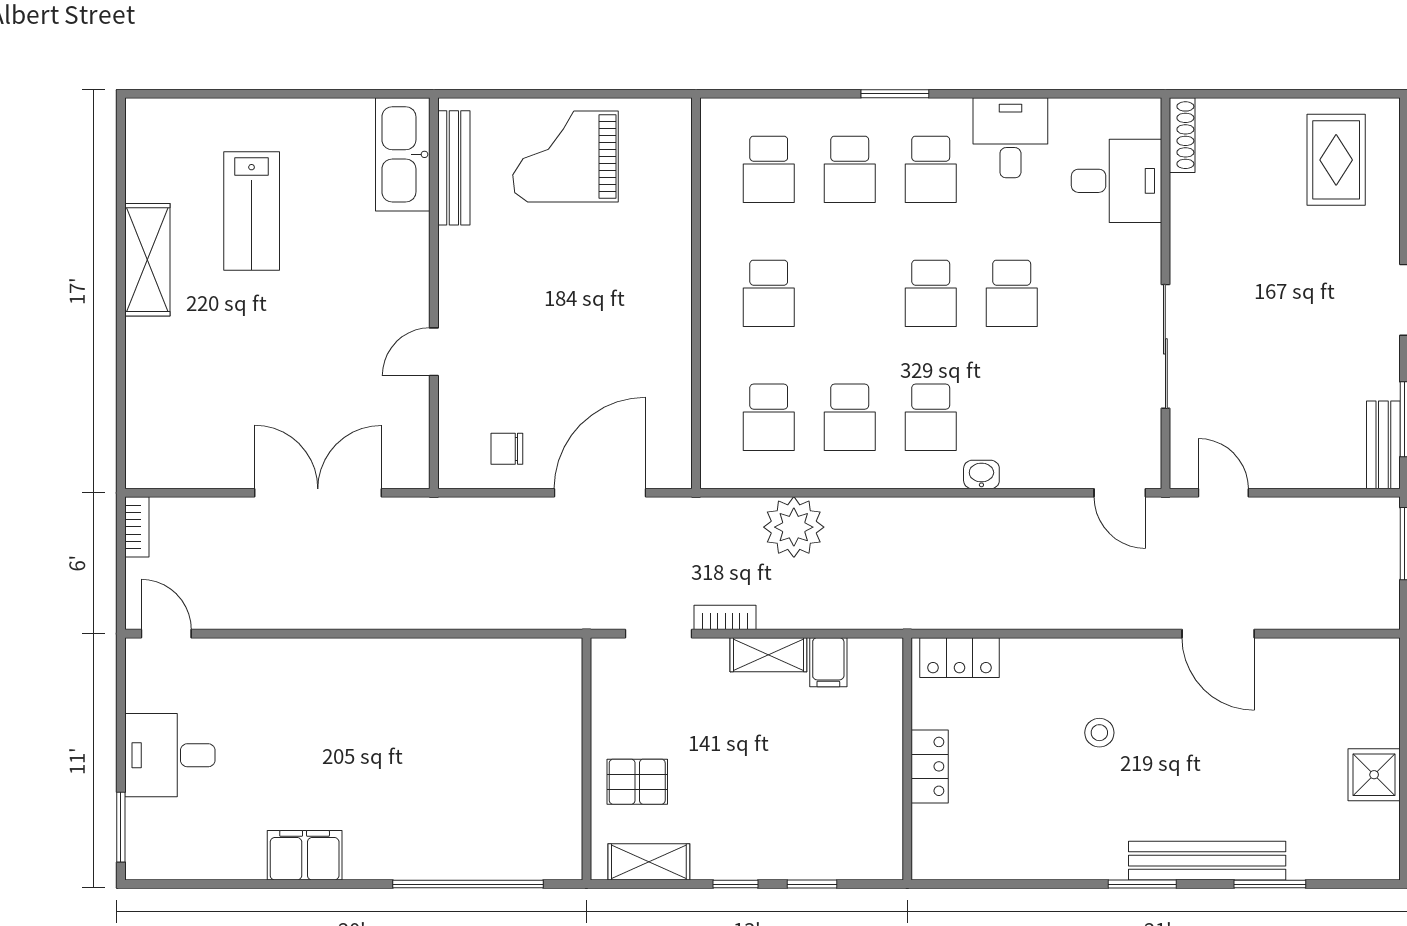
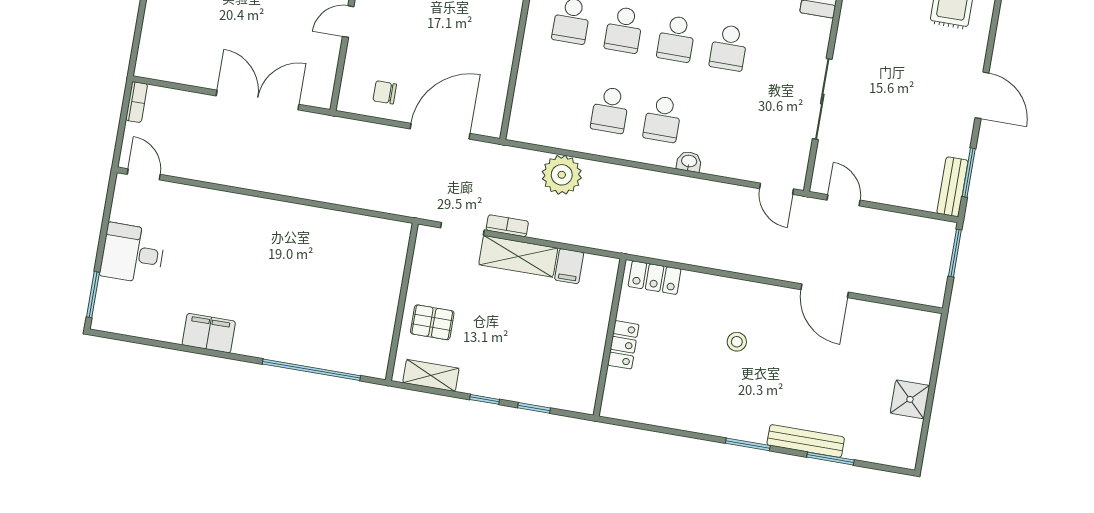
school desk: (769, 417) -> (624, 30), moved
shelving: (768, 655) -> (518, 256), width x1.50, depth x1.33
bench: (1207, 861) -> (806, 441), width x0.73, depth x0.82

